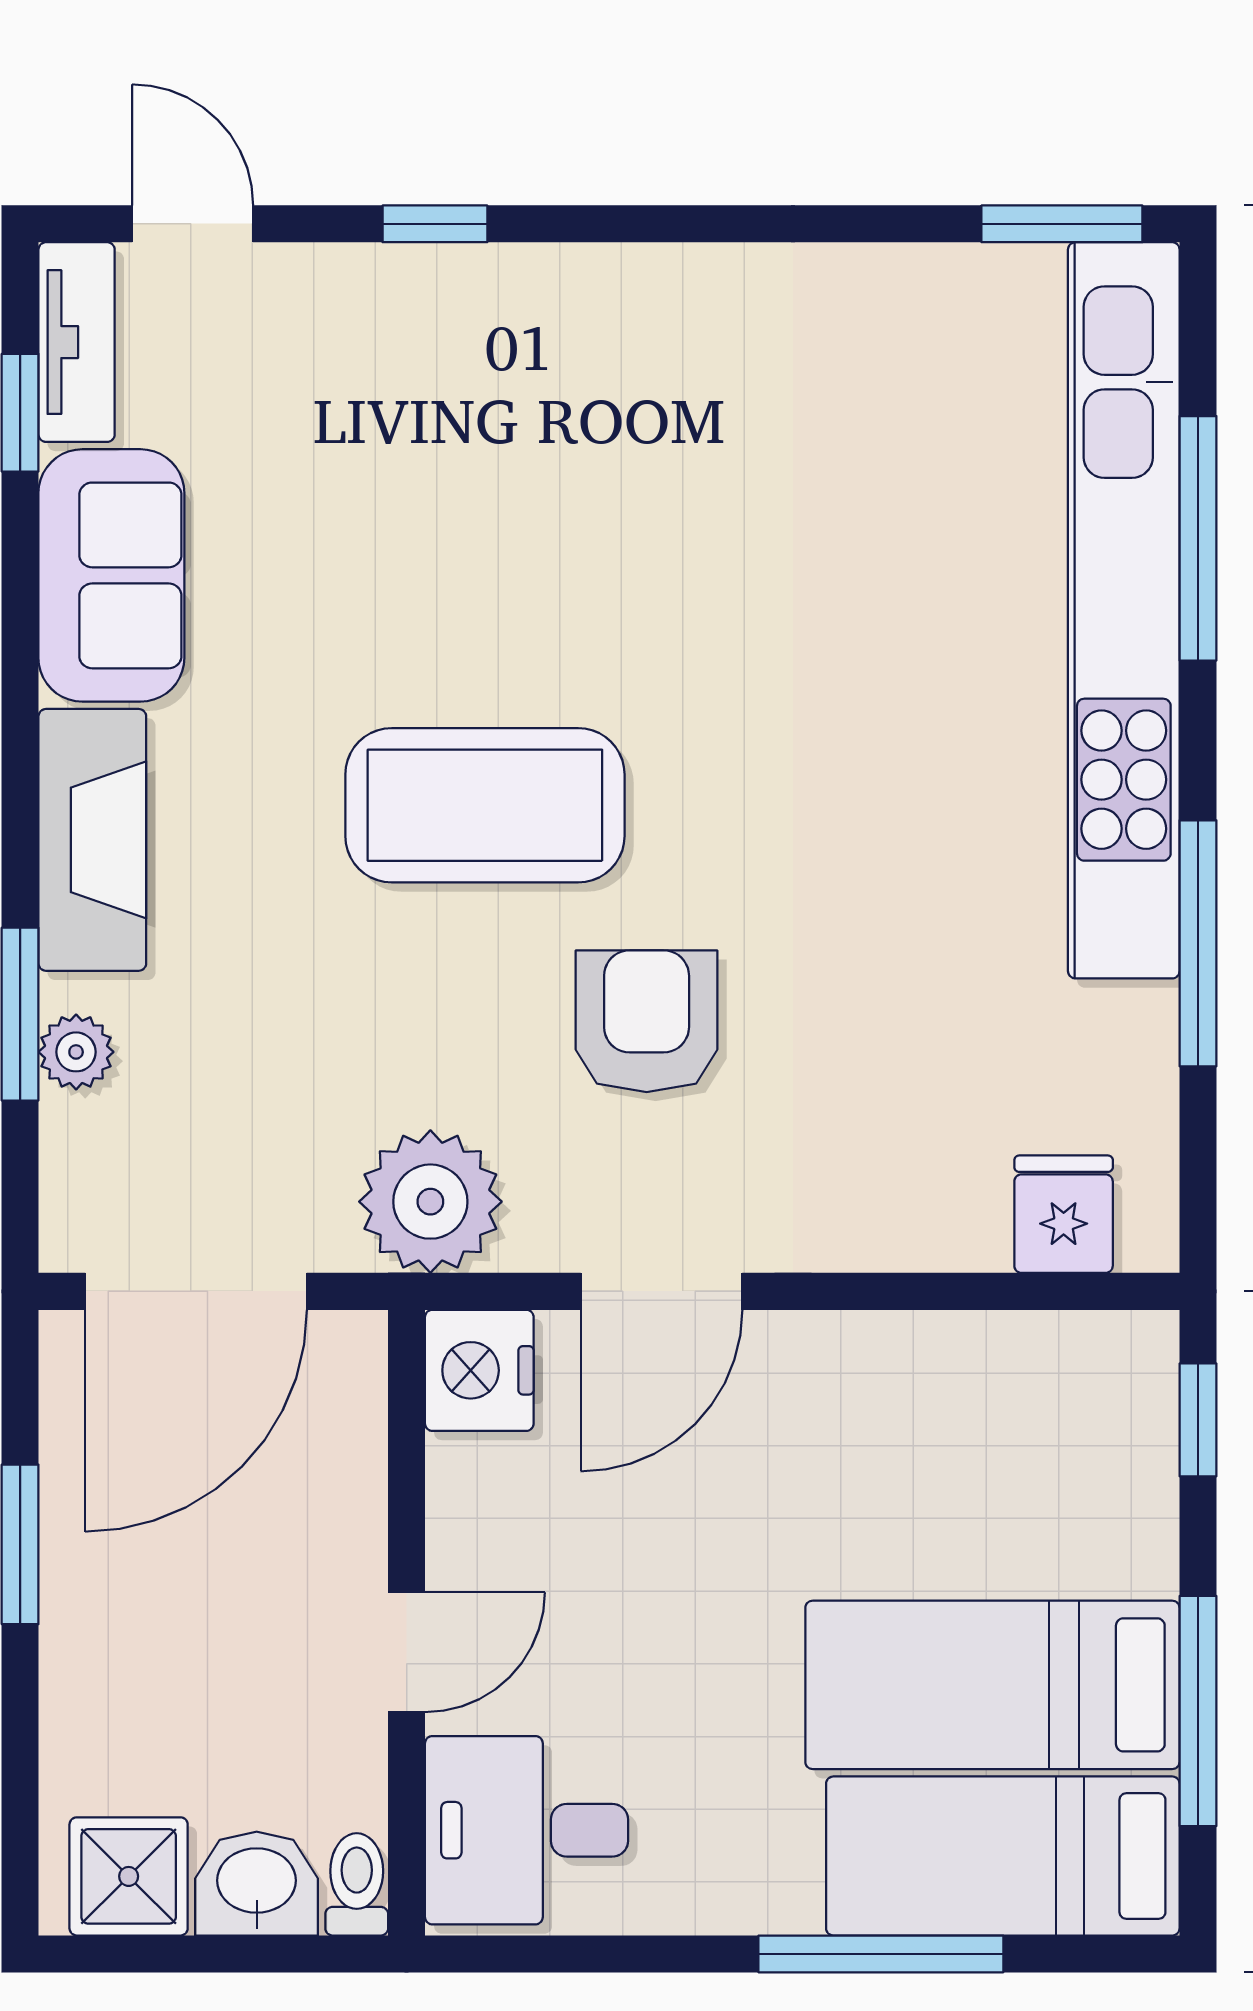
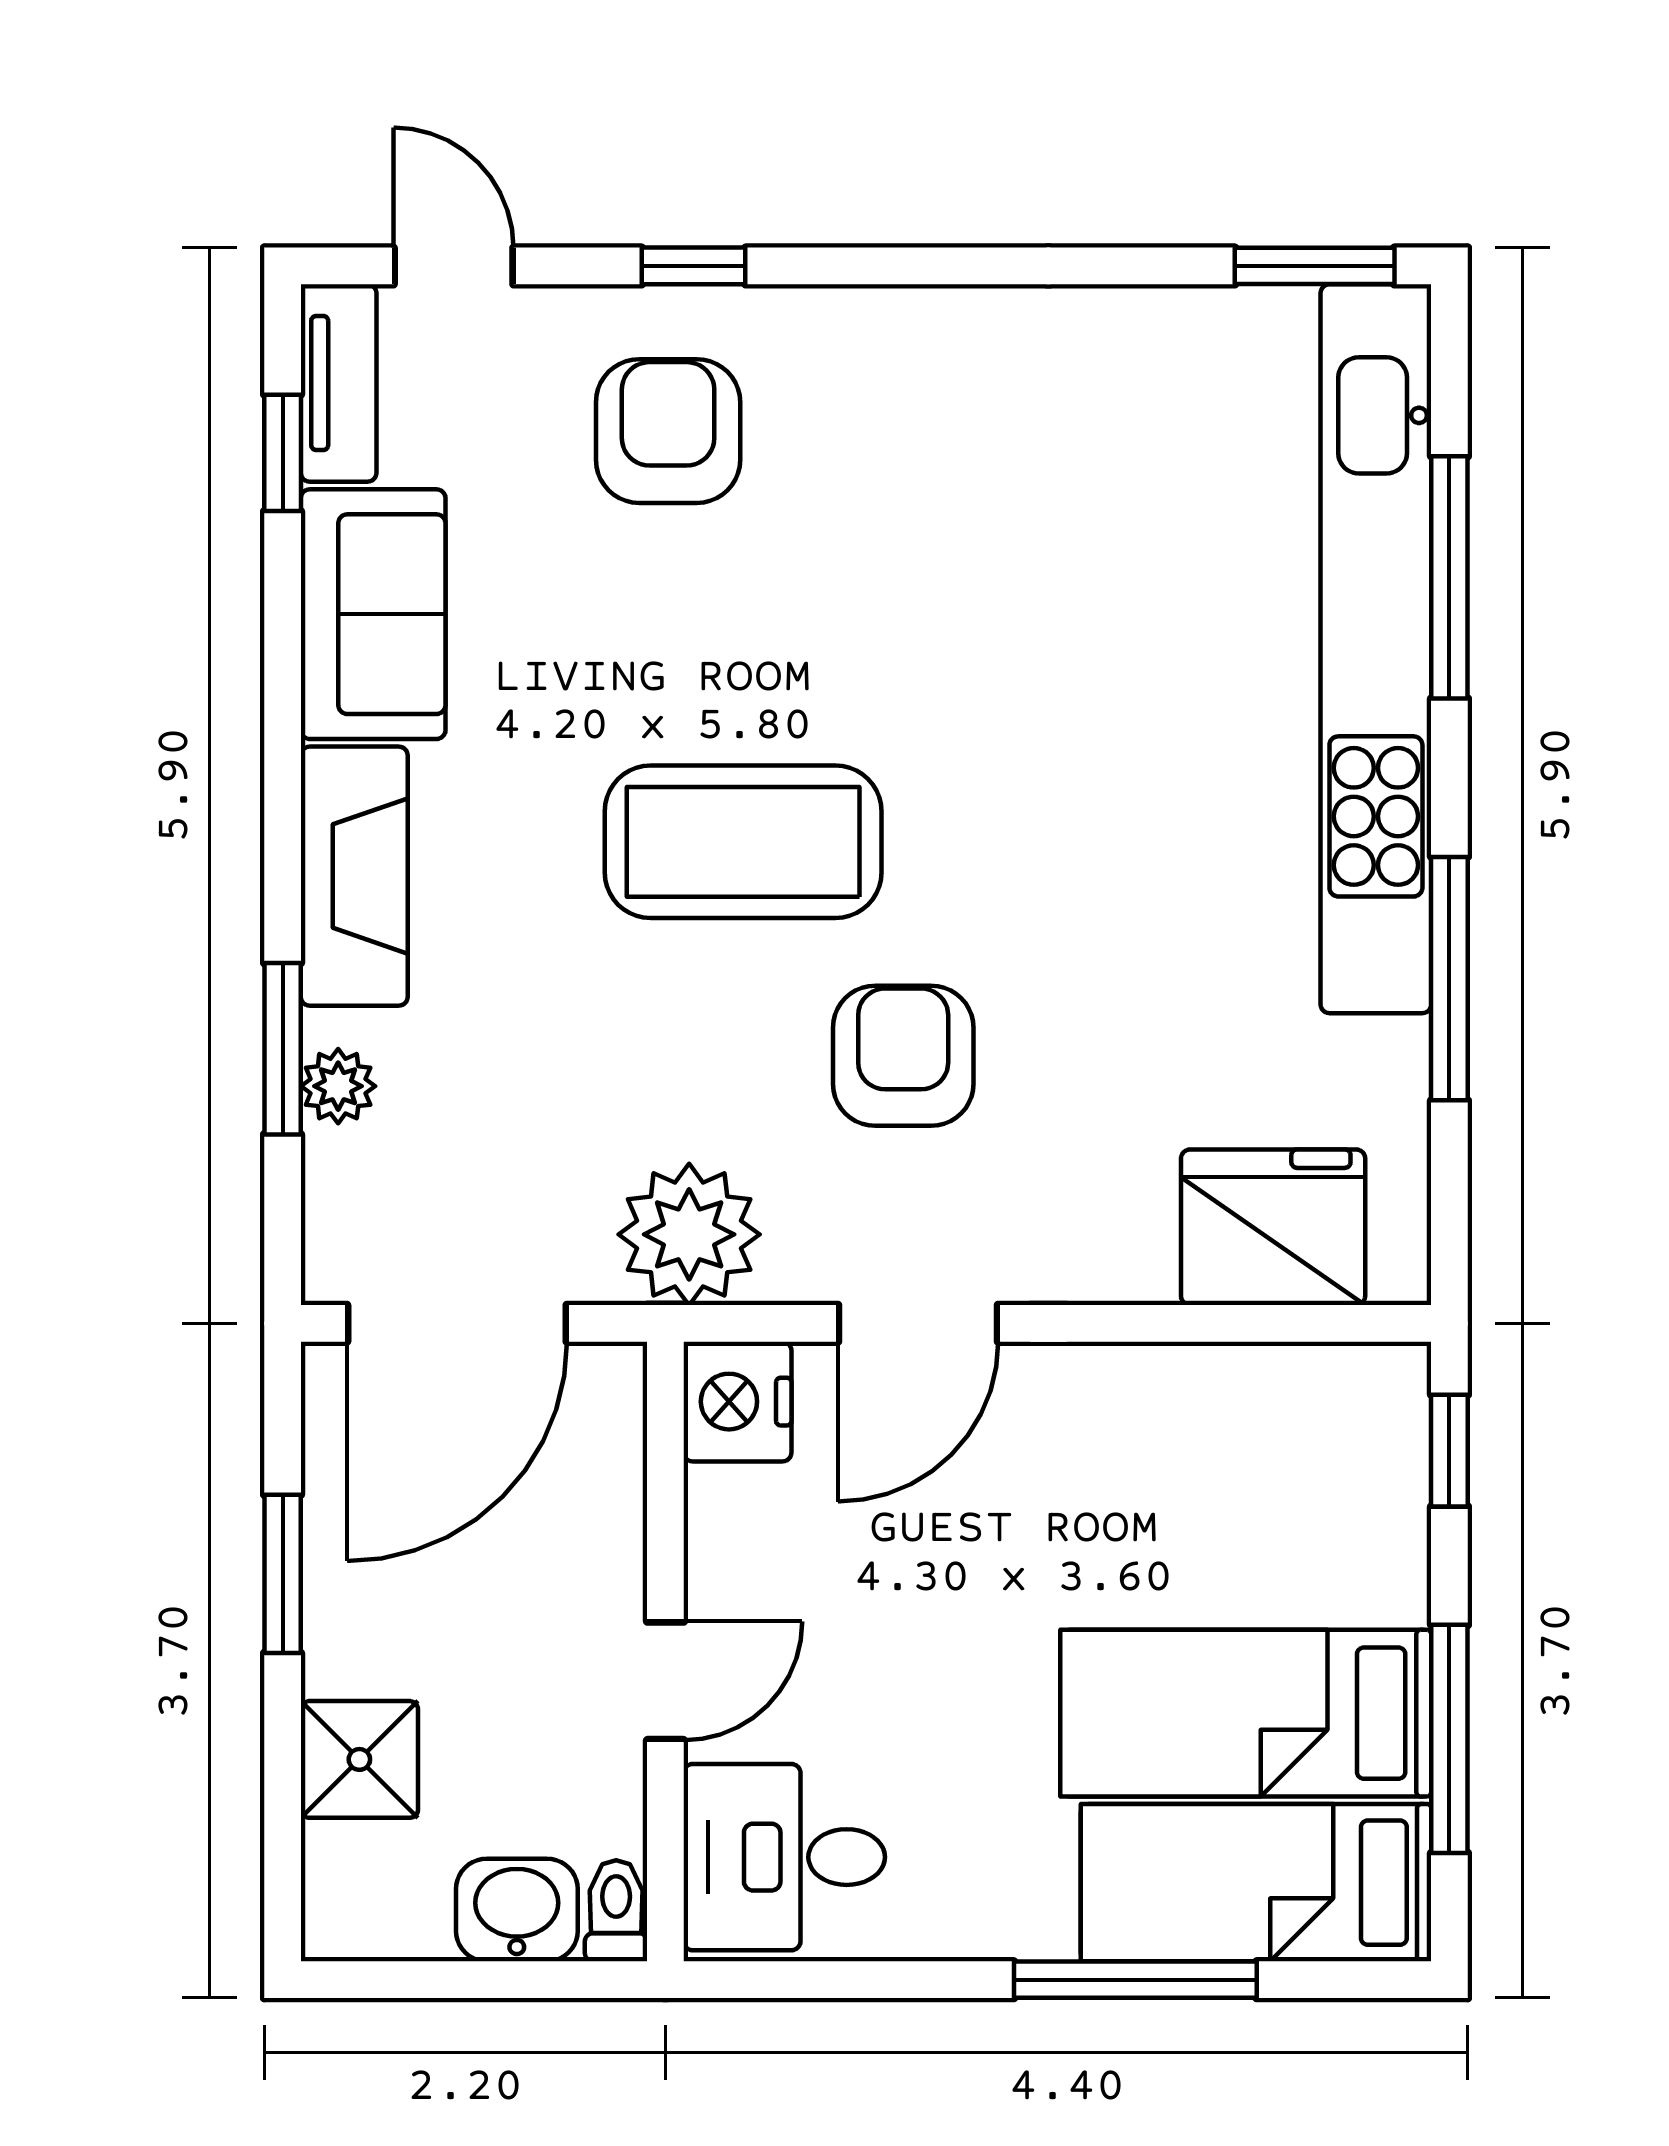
armchair: (409, 391) -> (668, 431), added
fridge: (1064, 1214) -> (1273, 1227), width x1.88, depth x1.34
shower: (129, 1876) -> (359, 1759), moved

